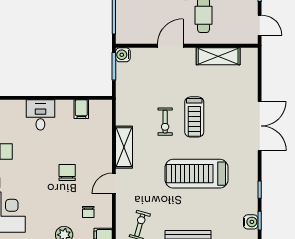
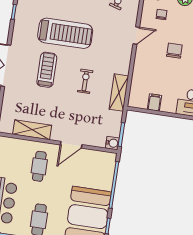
treadmill: (194, 117) -> (47, 70), moved
shelving: (124, 147) -> (119, 93), moved
chair: (67, 172) -> (174, 51), turned 180

